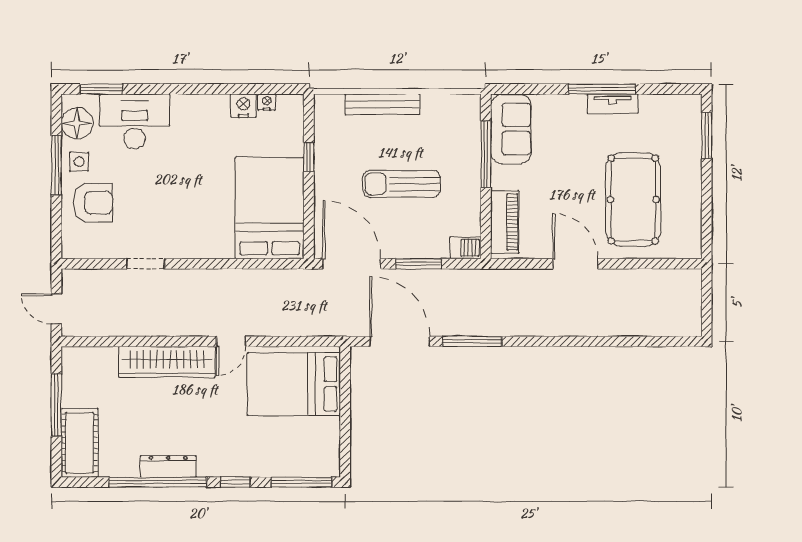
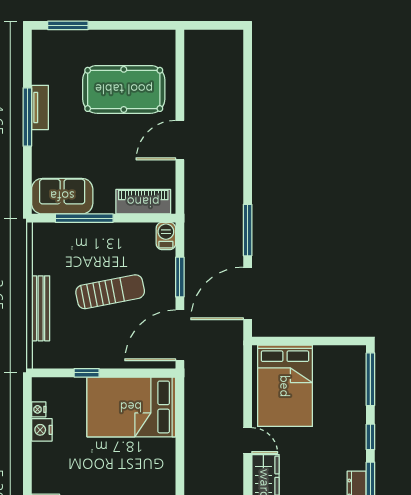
sun lounger: (402, 184) -> (110, 292), turned -101

